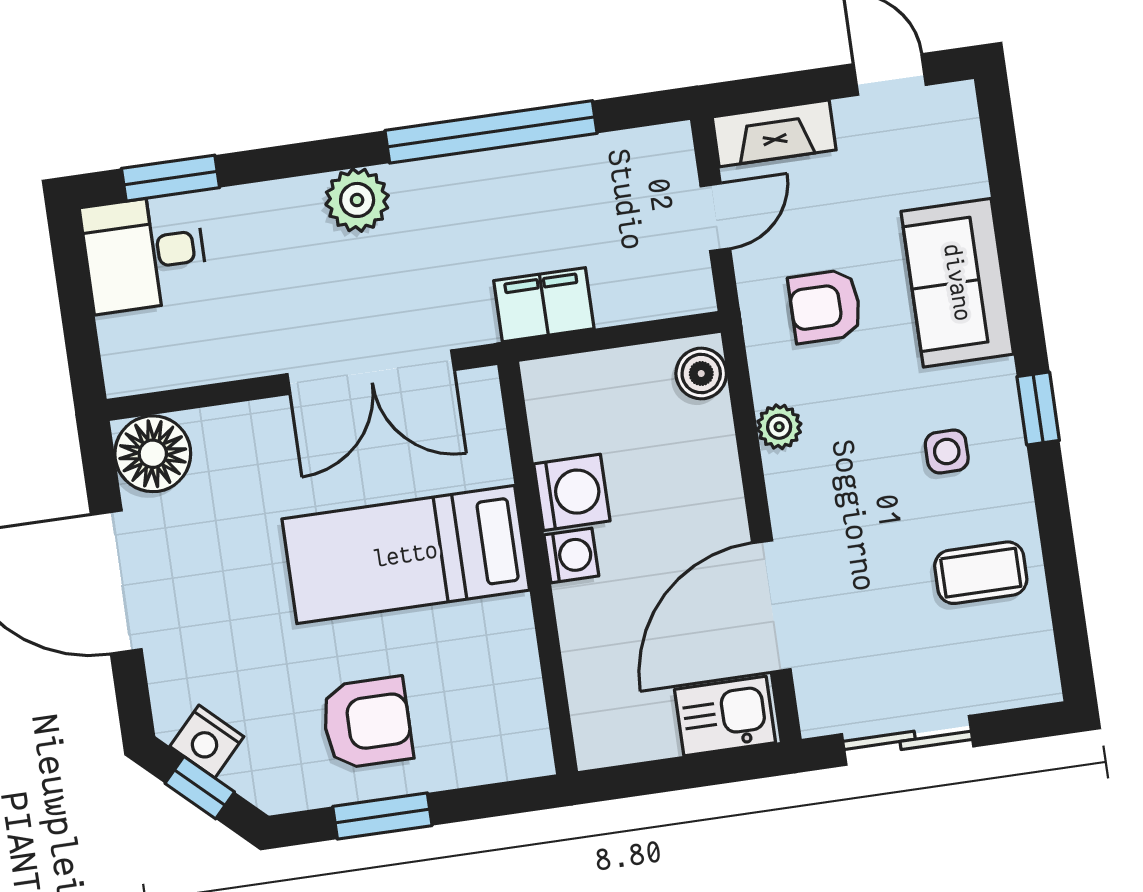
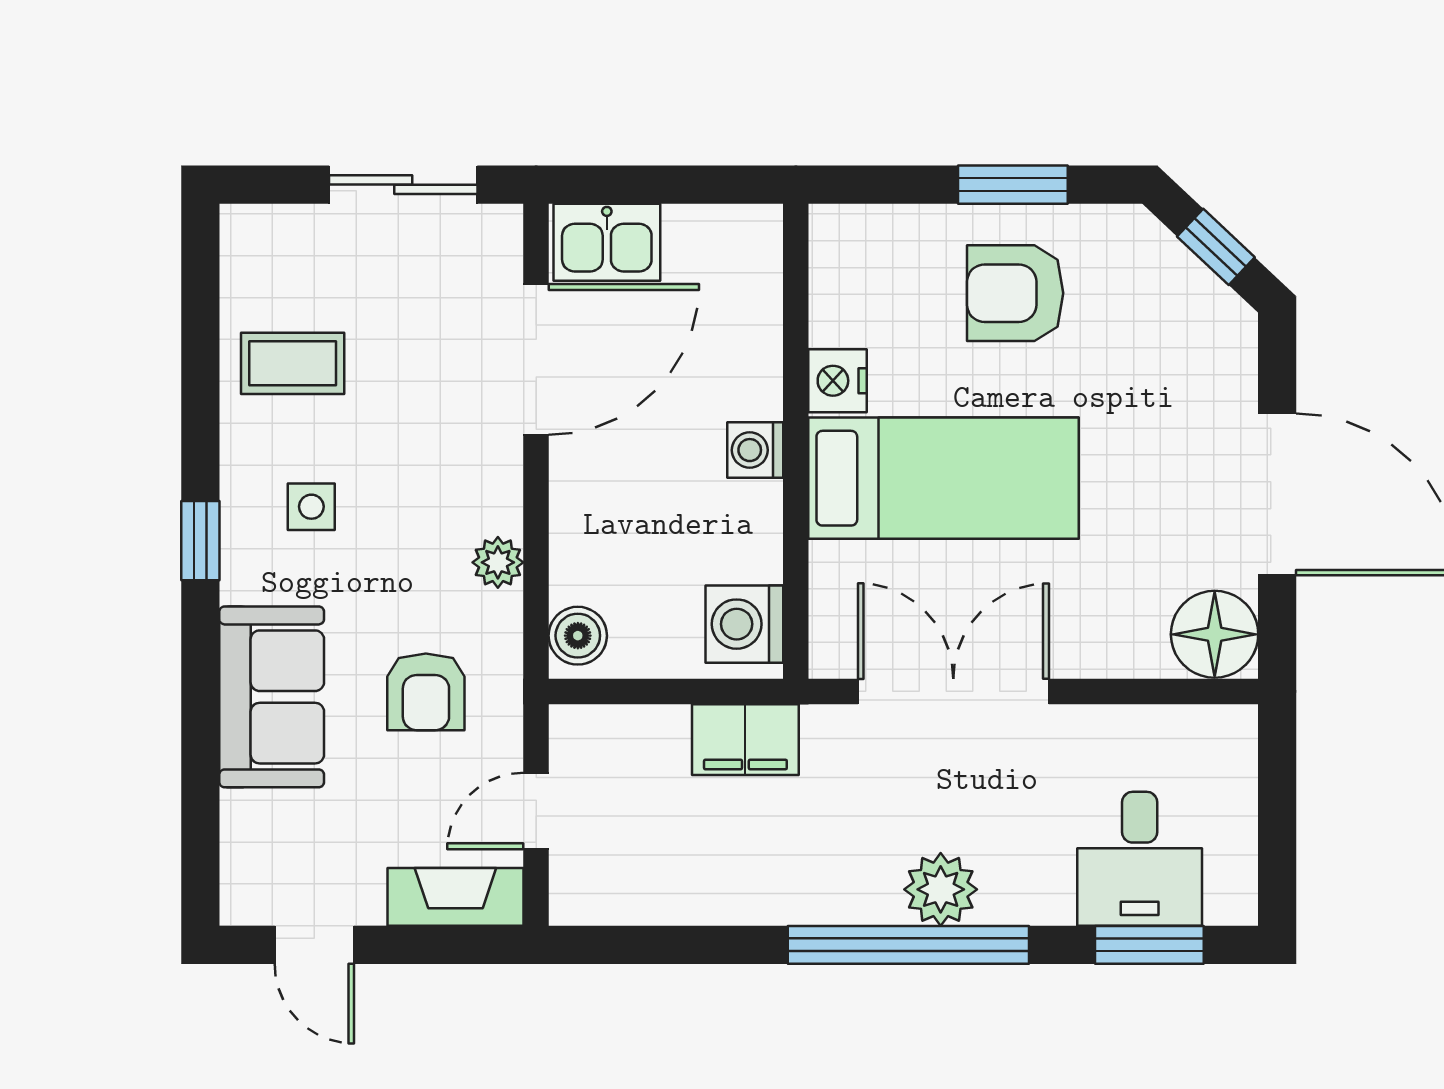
window: (491, 132) -> (908, 945), moved
desk: (145, 253) -> (1140, 859), moved, turned 90
armchair: (825, 306) -> (426, 692), turned 90
washing machine: (572, 492) -> (744, 624), moved
nightstand: (207, 741) -> (838, 381), moved, turned -133

